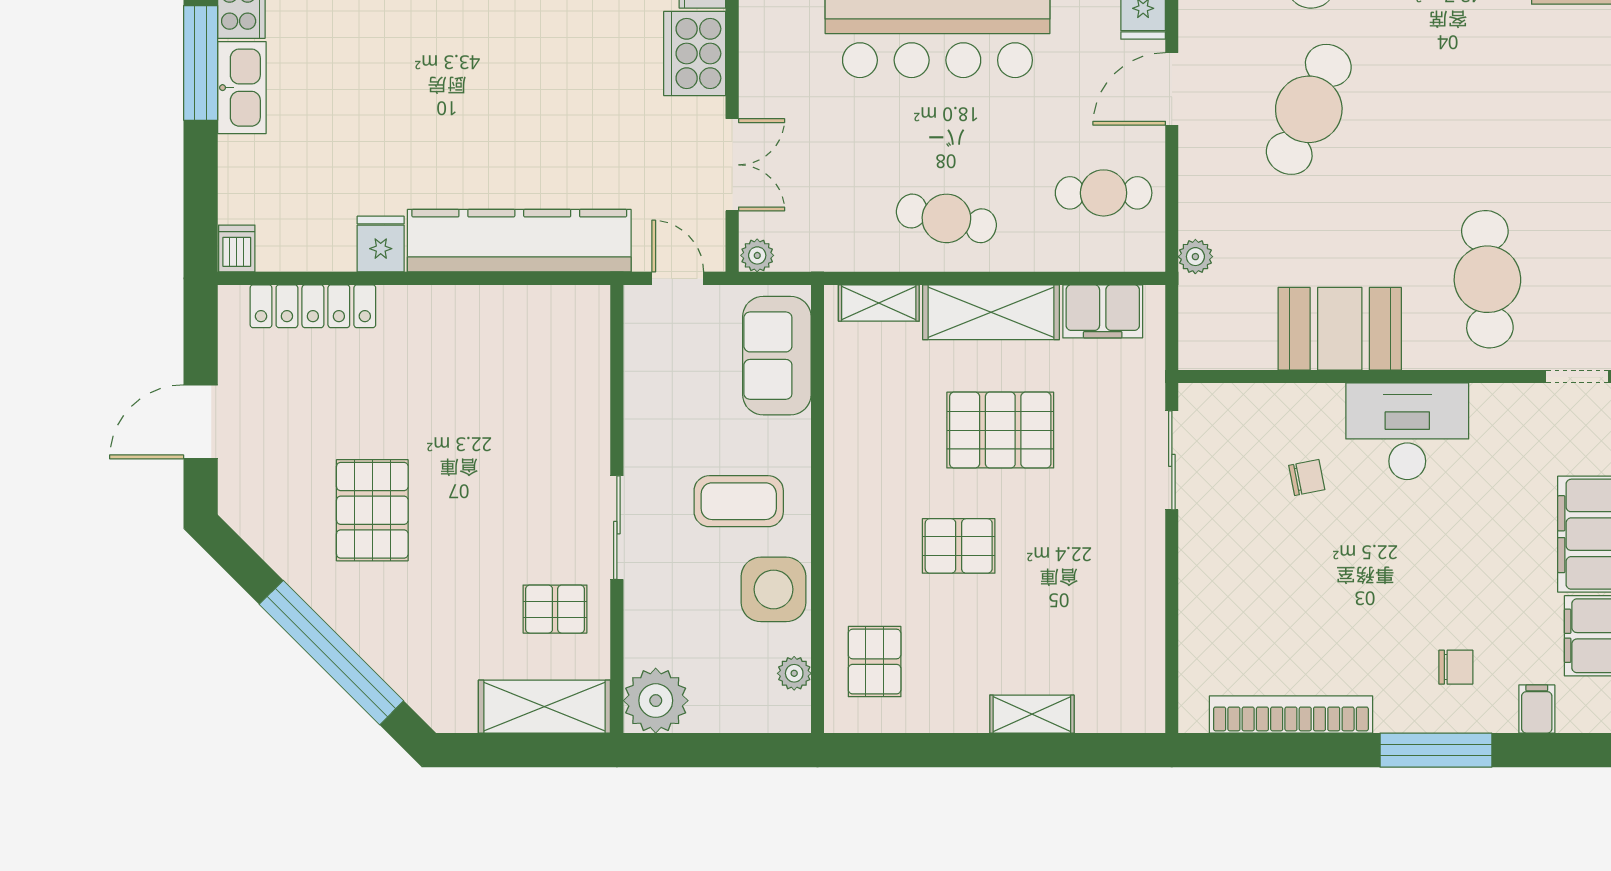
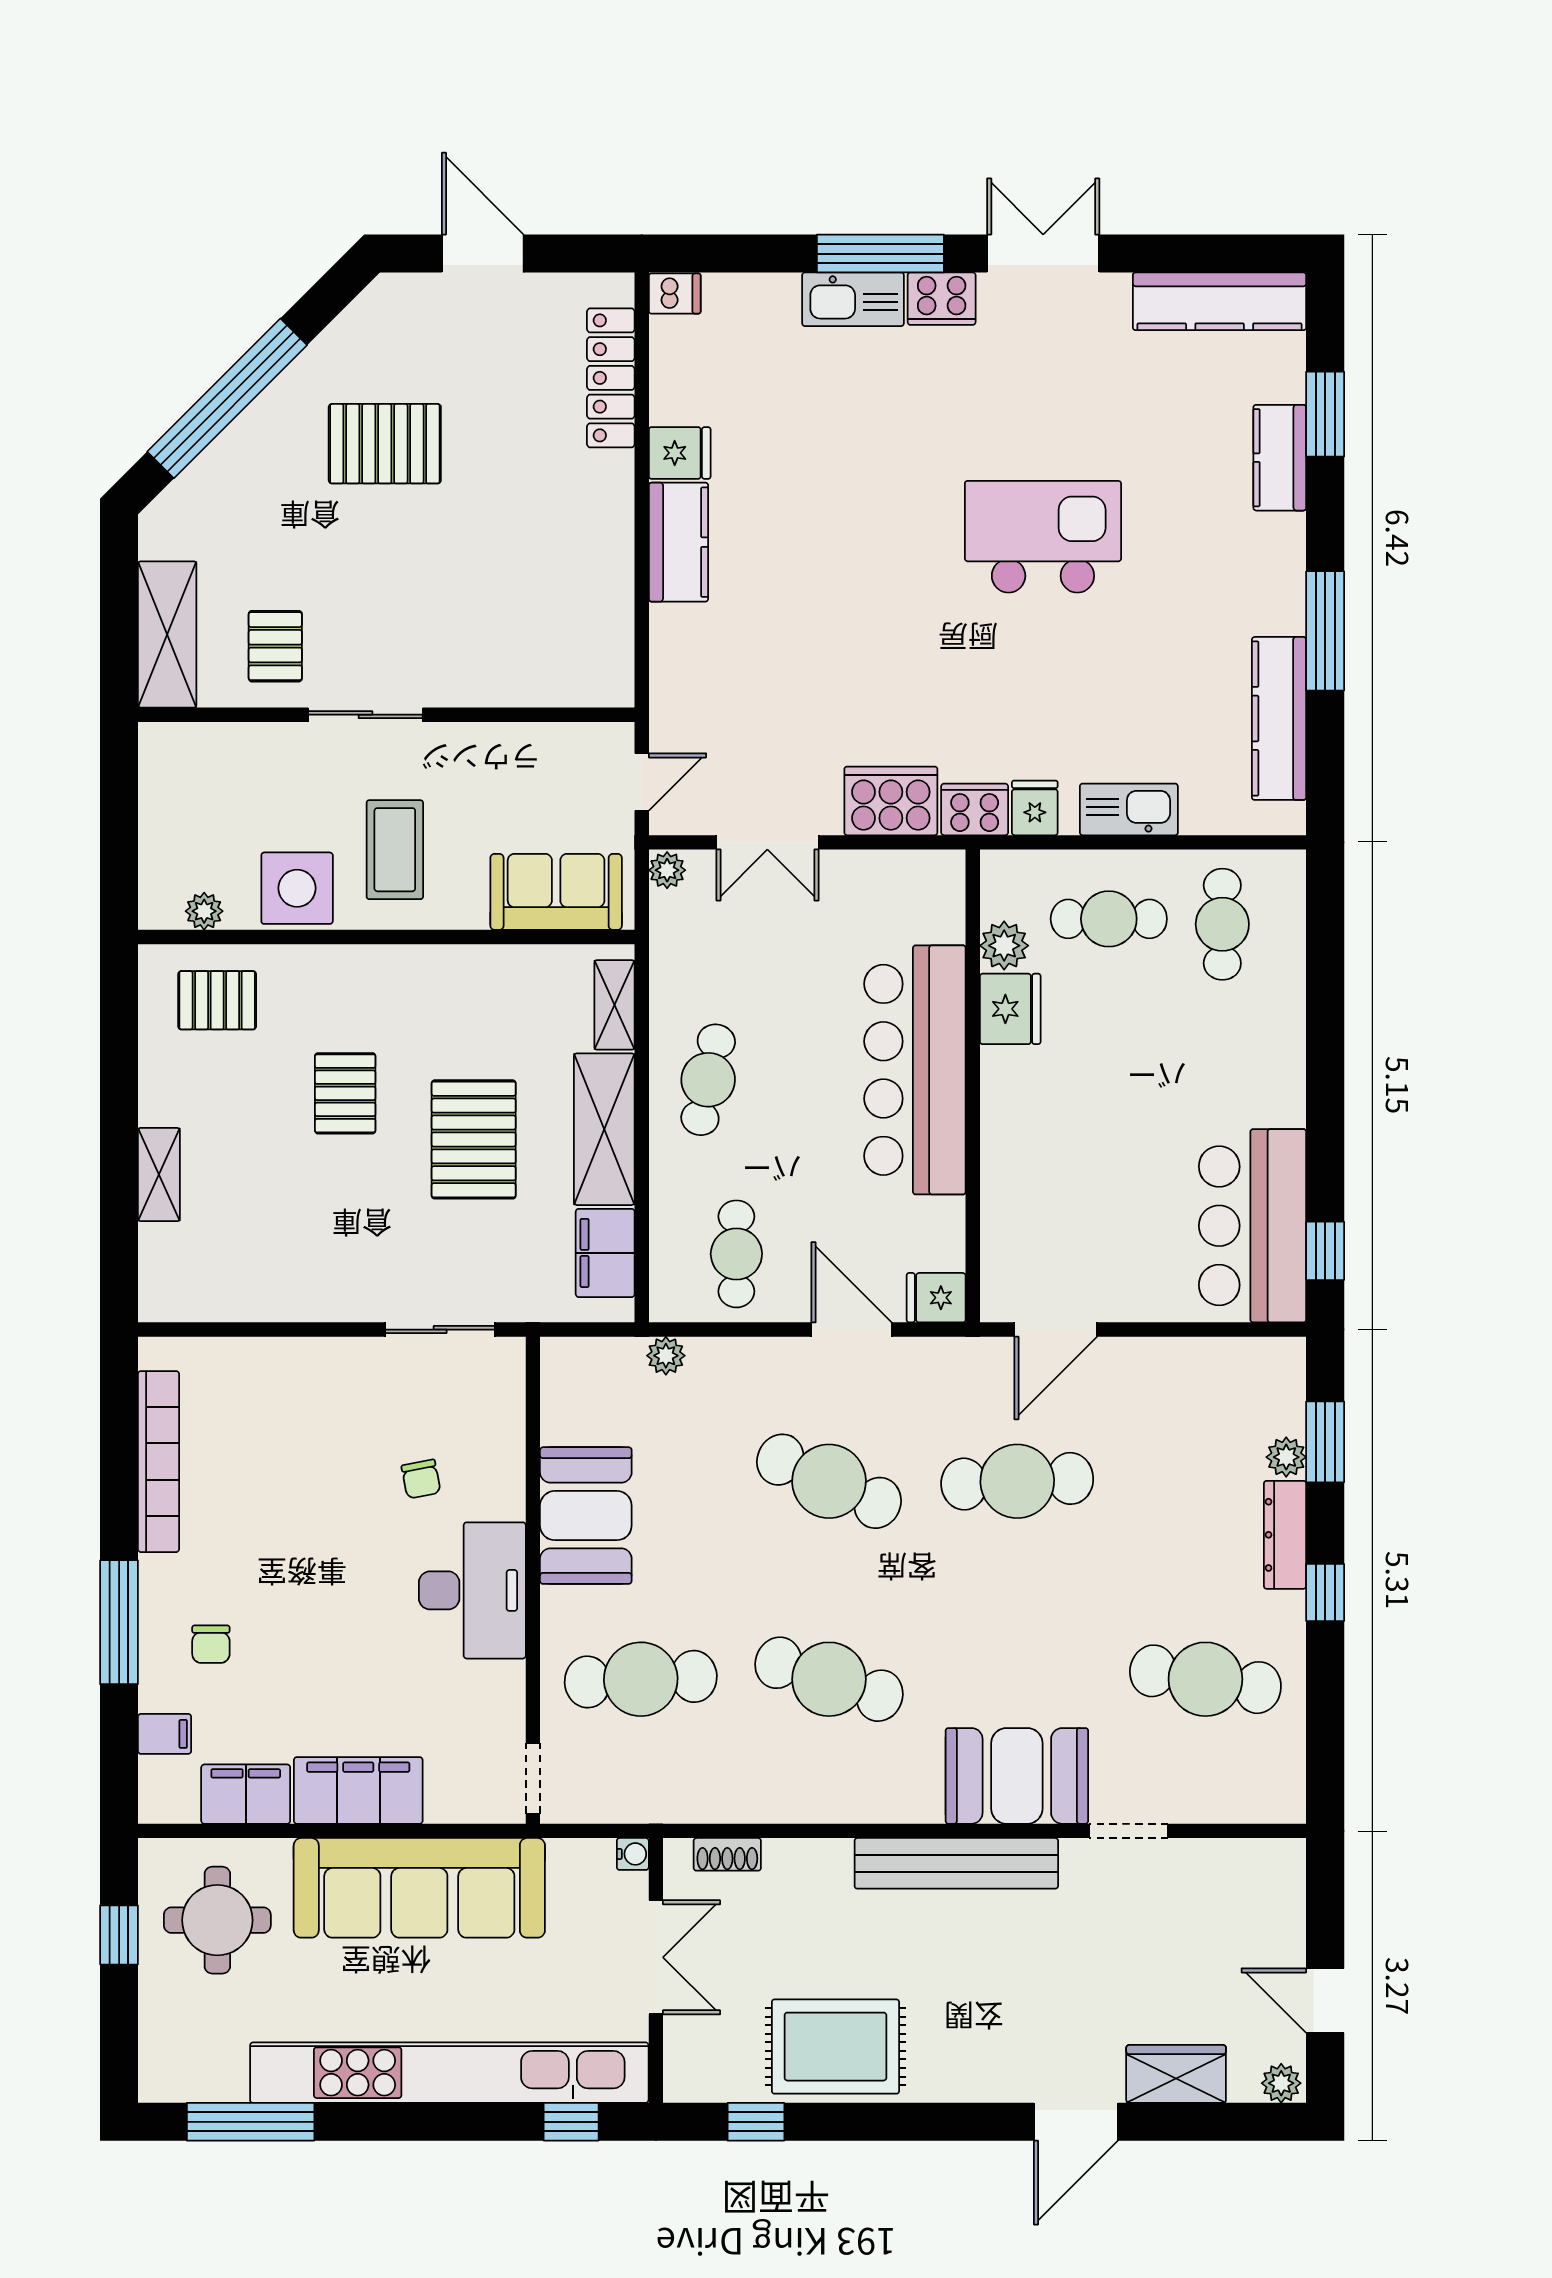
cafe table: (1487, 109) -> (829, 1679), added
kitchen counter: (519, 241) -> (678, 542), width x0.48, depth x0.86
plant: (656, 701) -> (174, 758), removed

